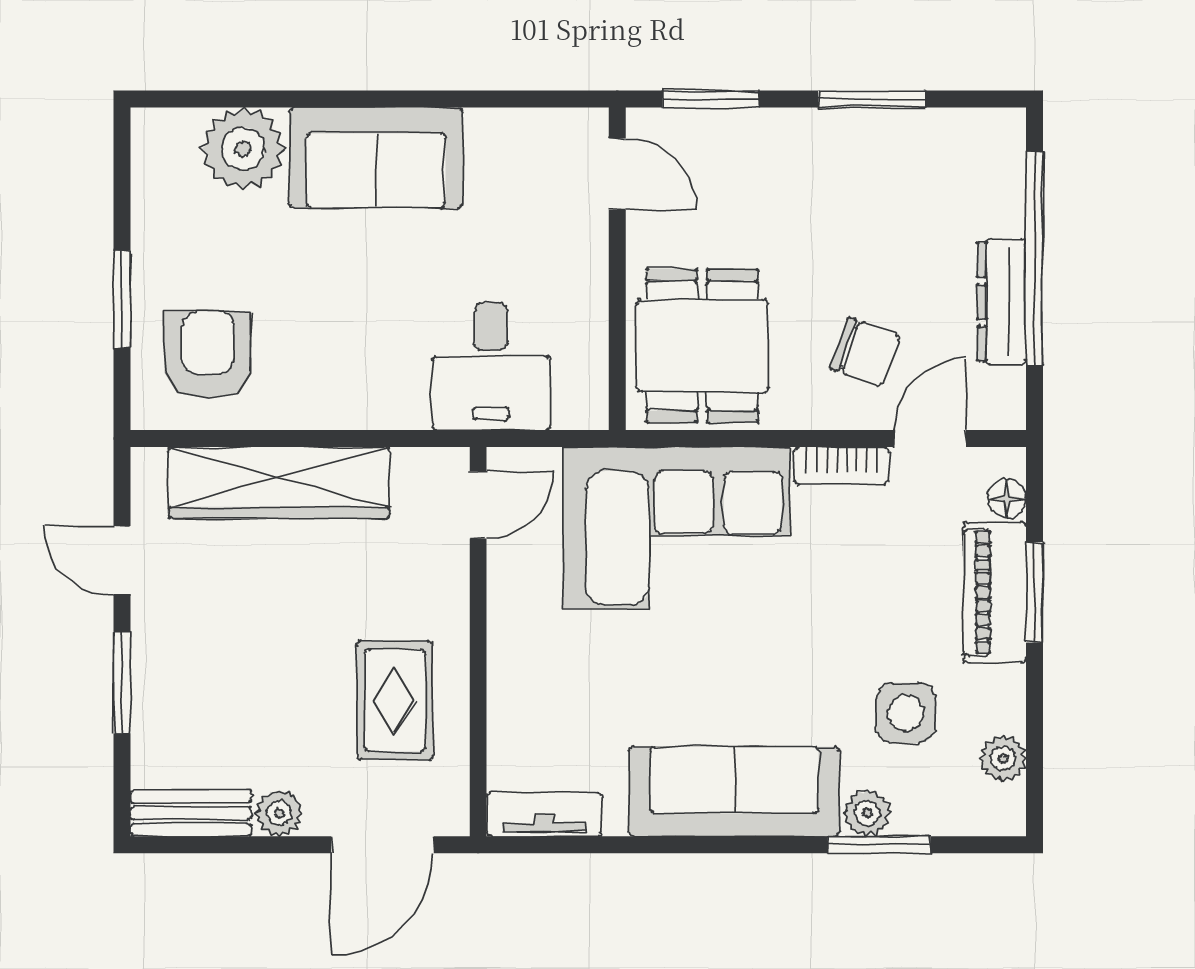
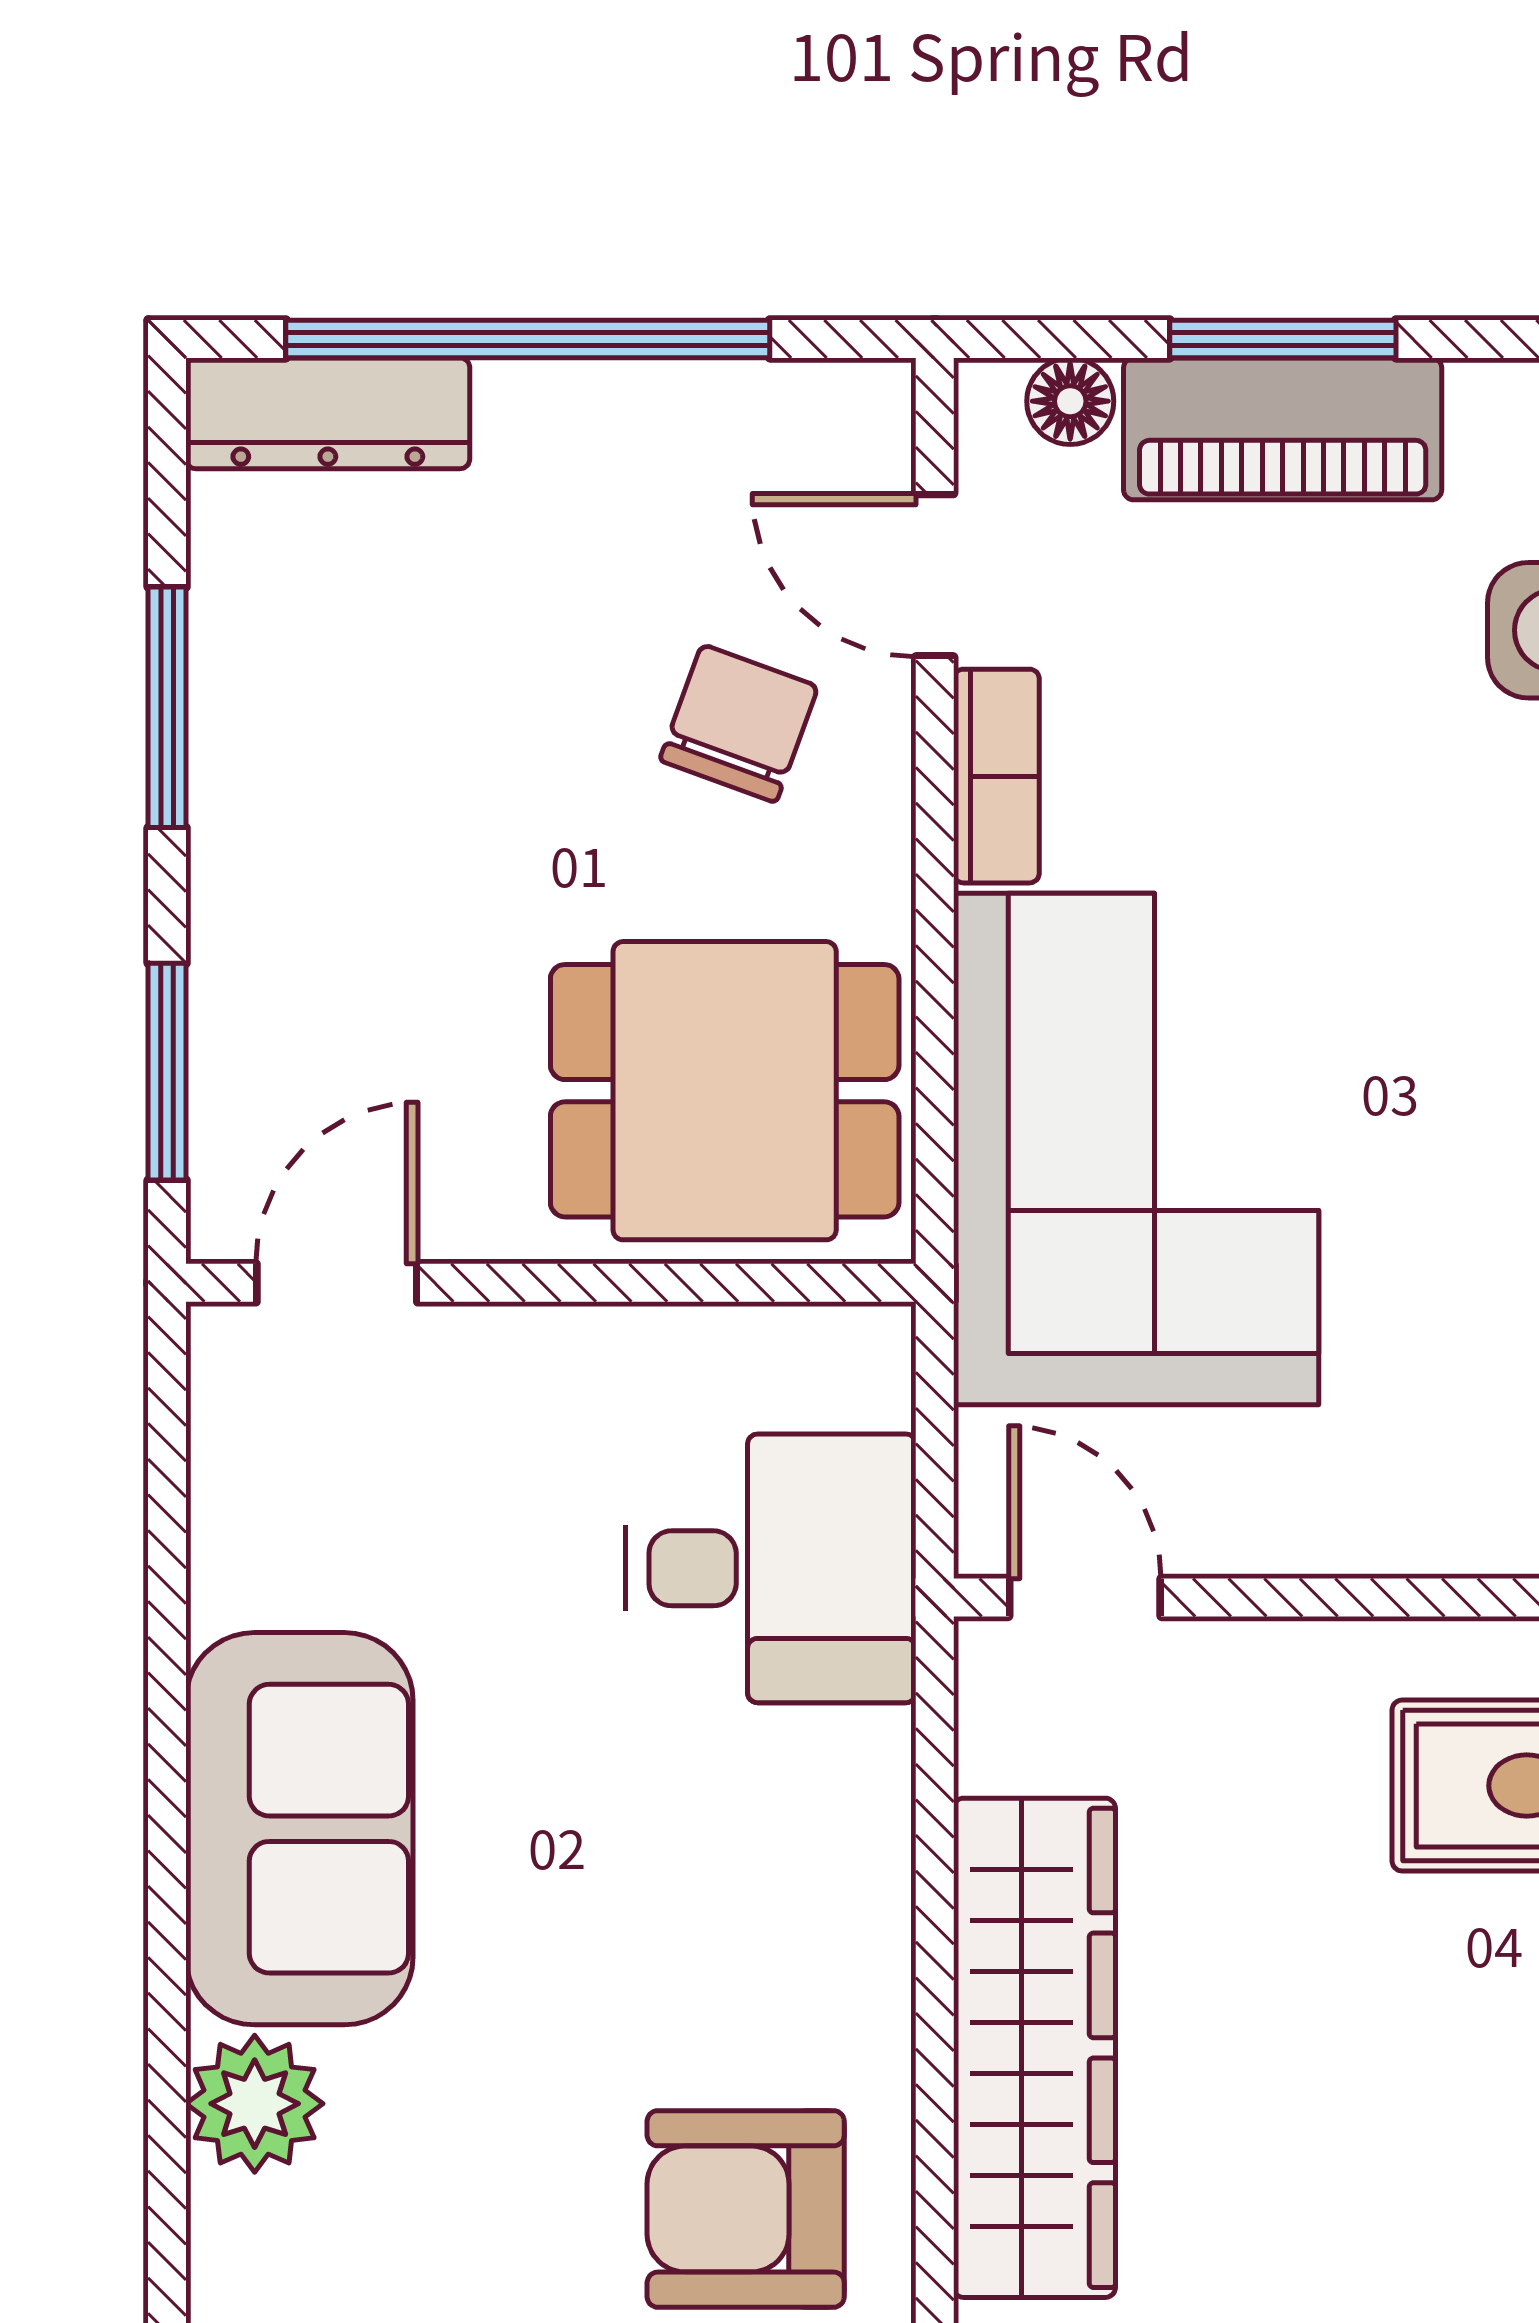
plant: (243, 149) -> (255, 2104), width x0.73, depth x0.73
dresser: (1002, 302) -> (328, 413), moved

